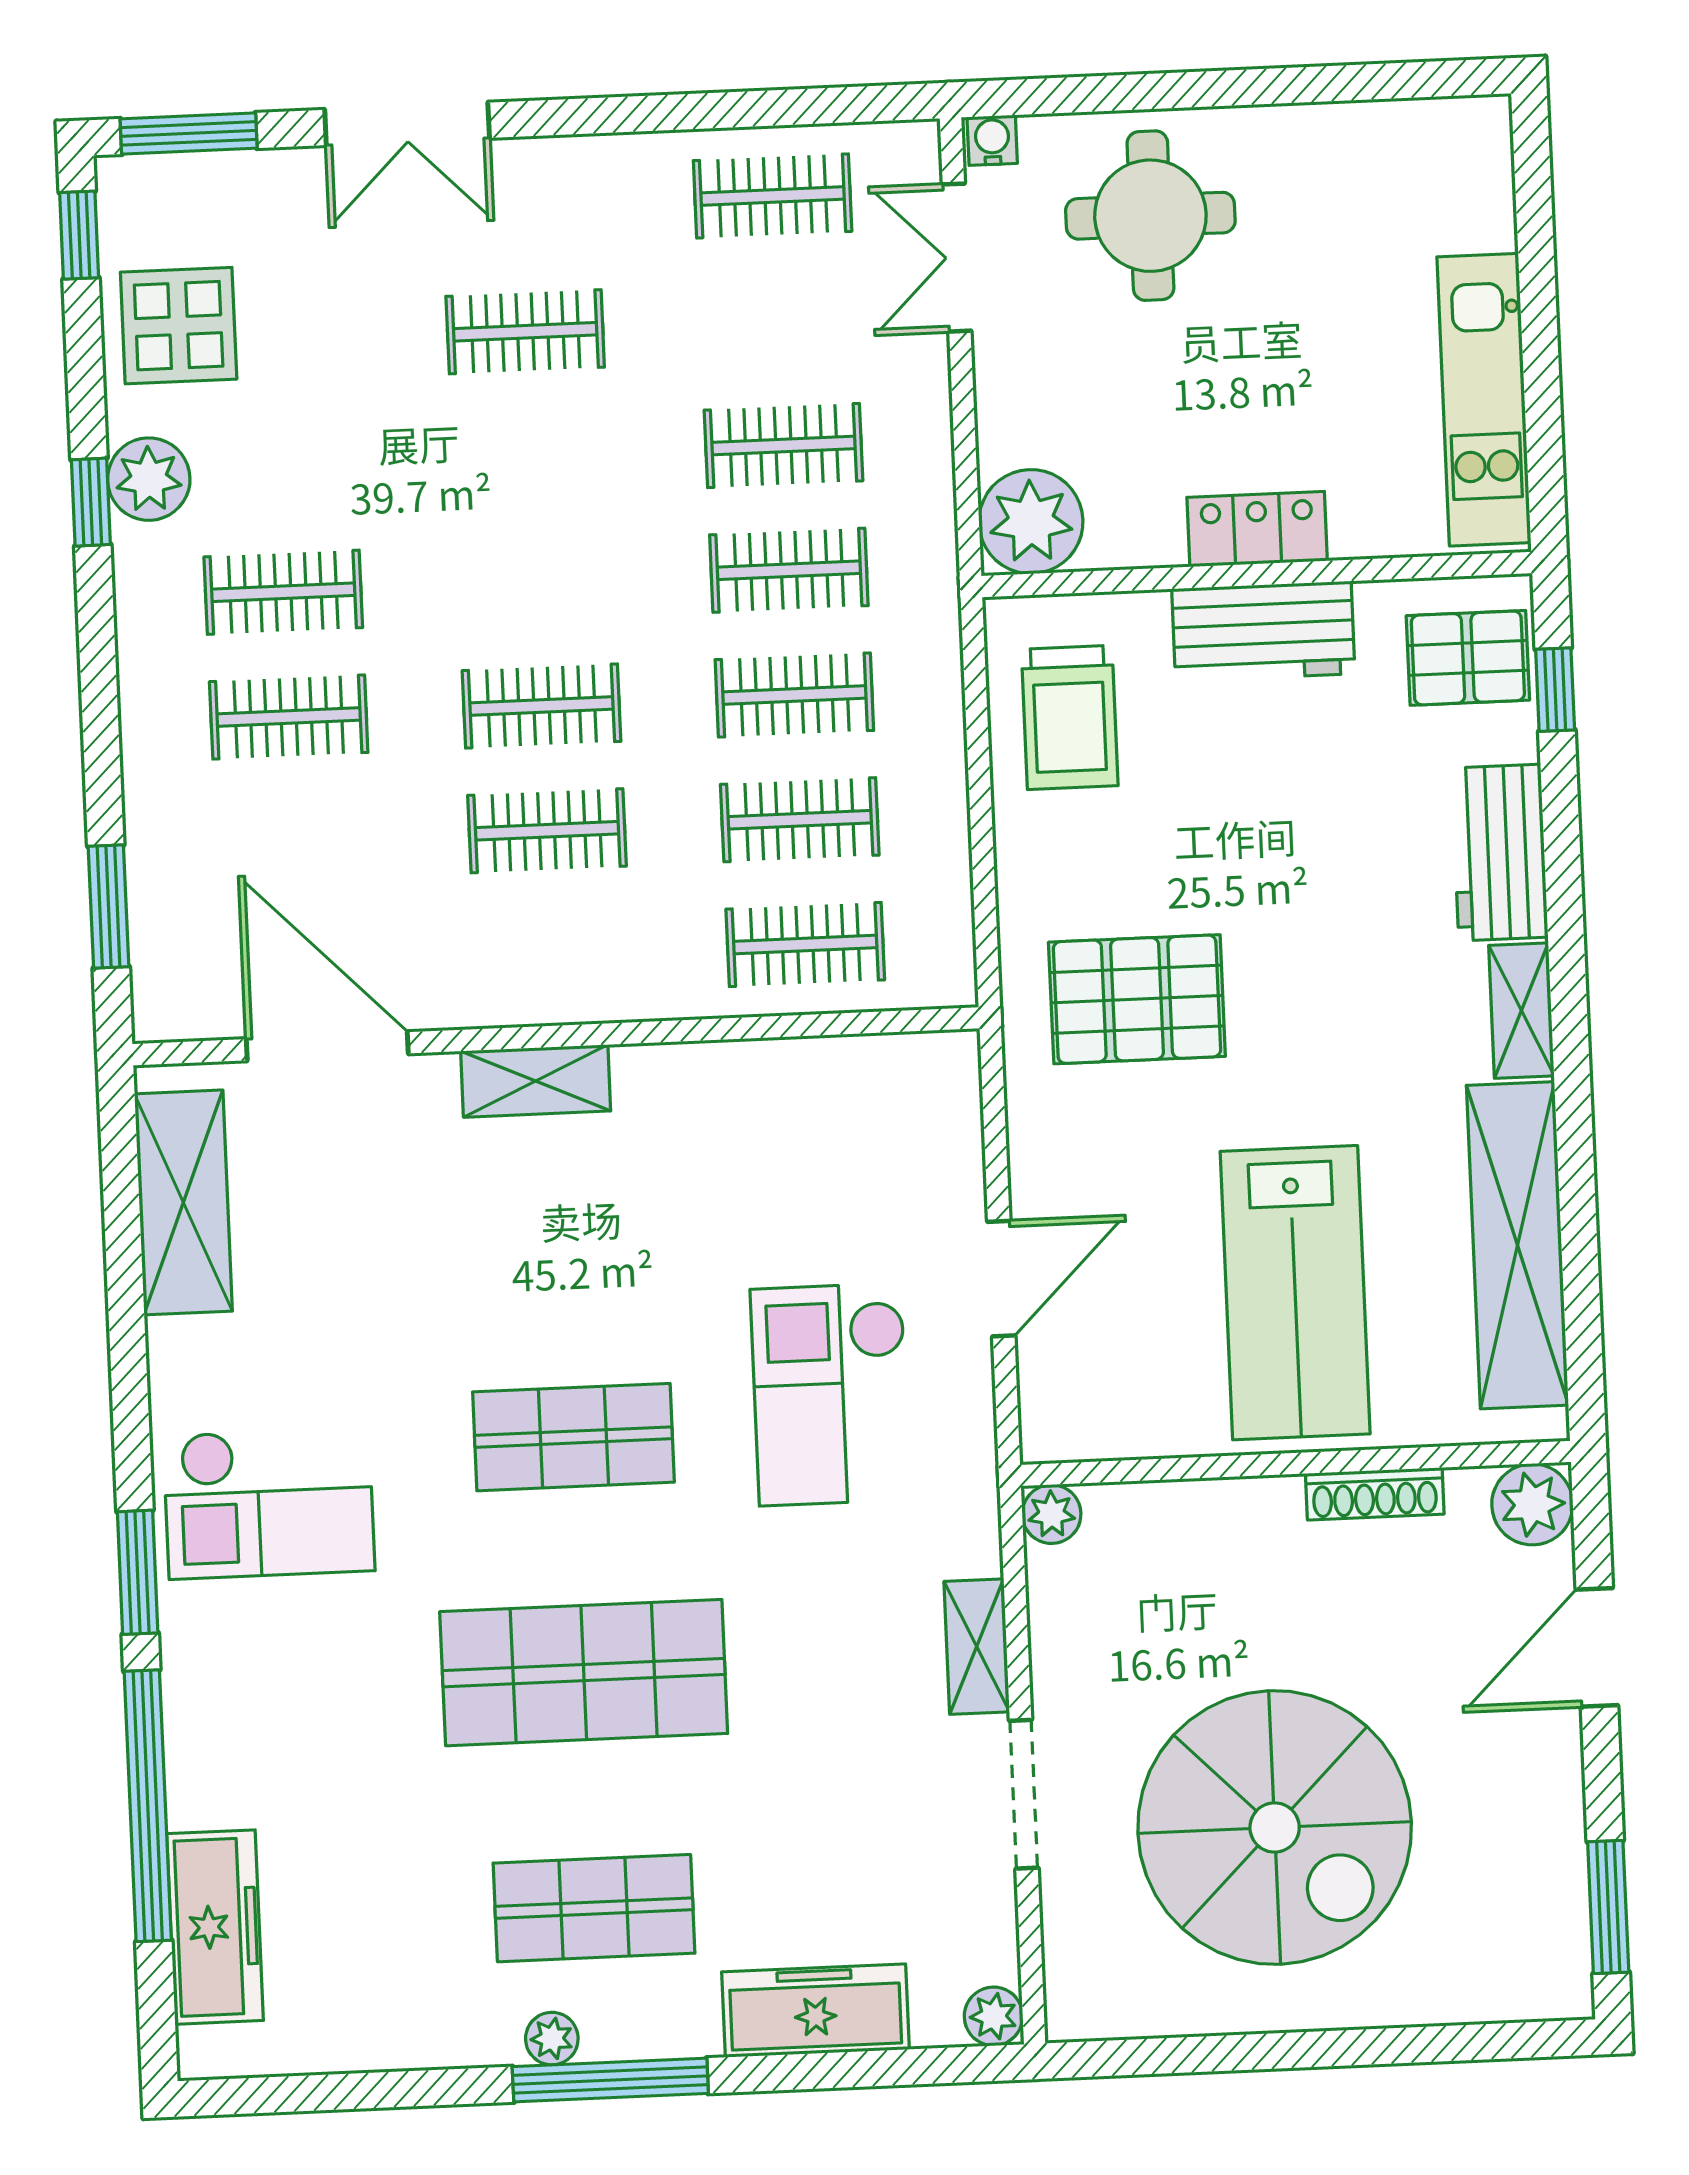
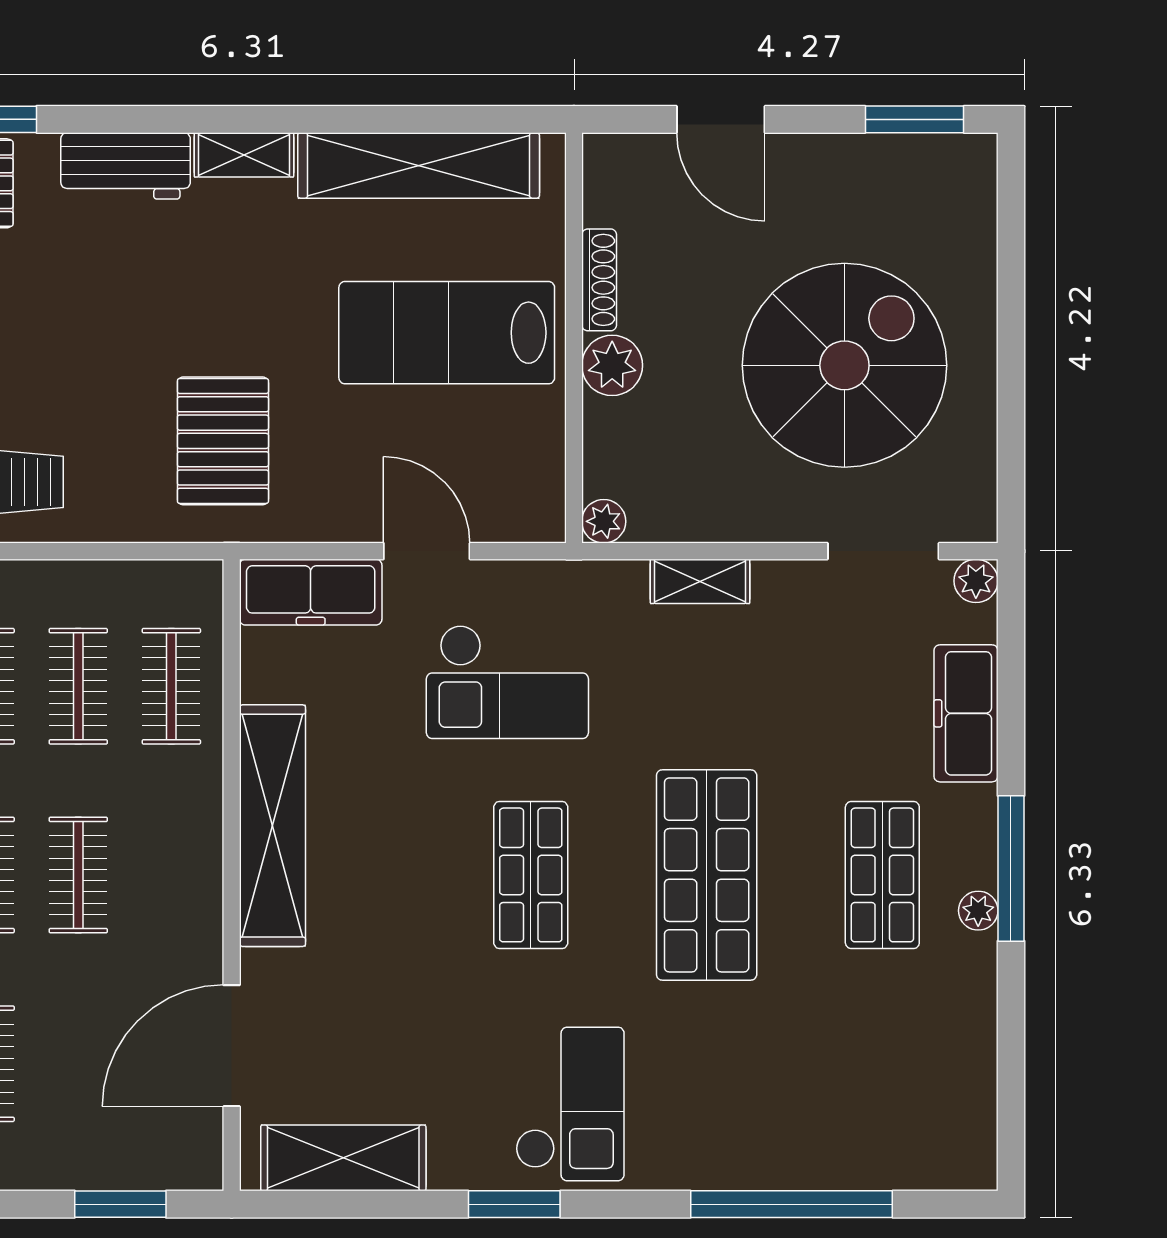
shelving: (536, 1081) -> (273, 826), width x2.20, depth x1.33
lab bench: (1295, 1293) -> (447, 333), turned 180
plant: (1532, 1504) -> (612, 365), moved
window: (138, 1572) -> (514, 1204), moved
doorway: (1024, 1794) -> (883, 551), moved
freezer: (215, 1927) -> (311, 592), moved, turned 180

